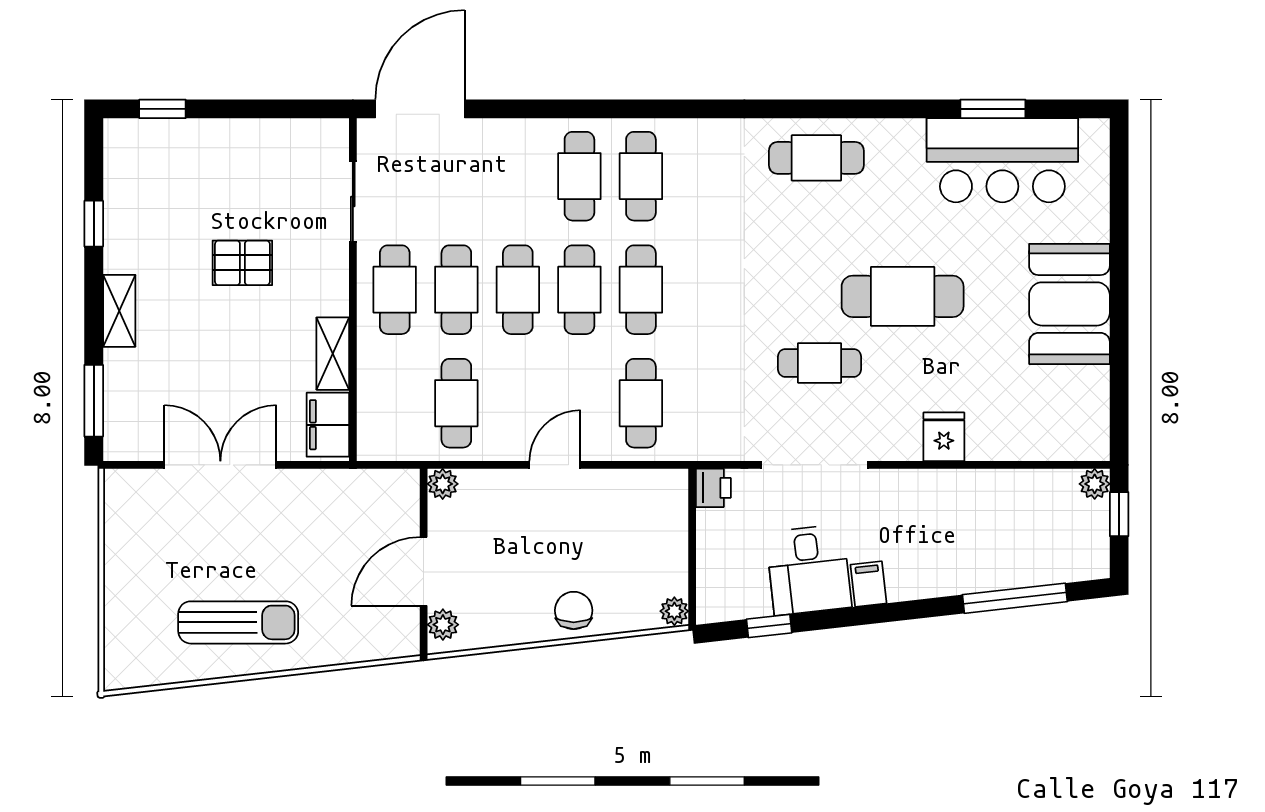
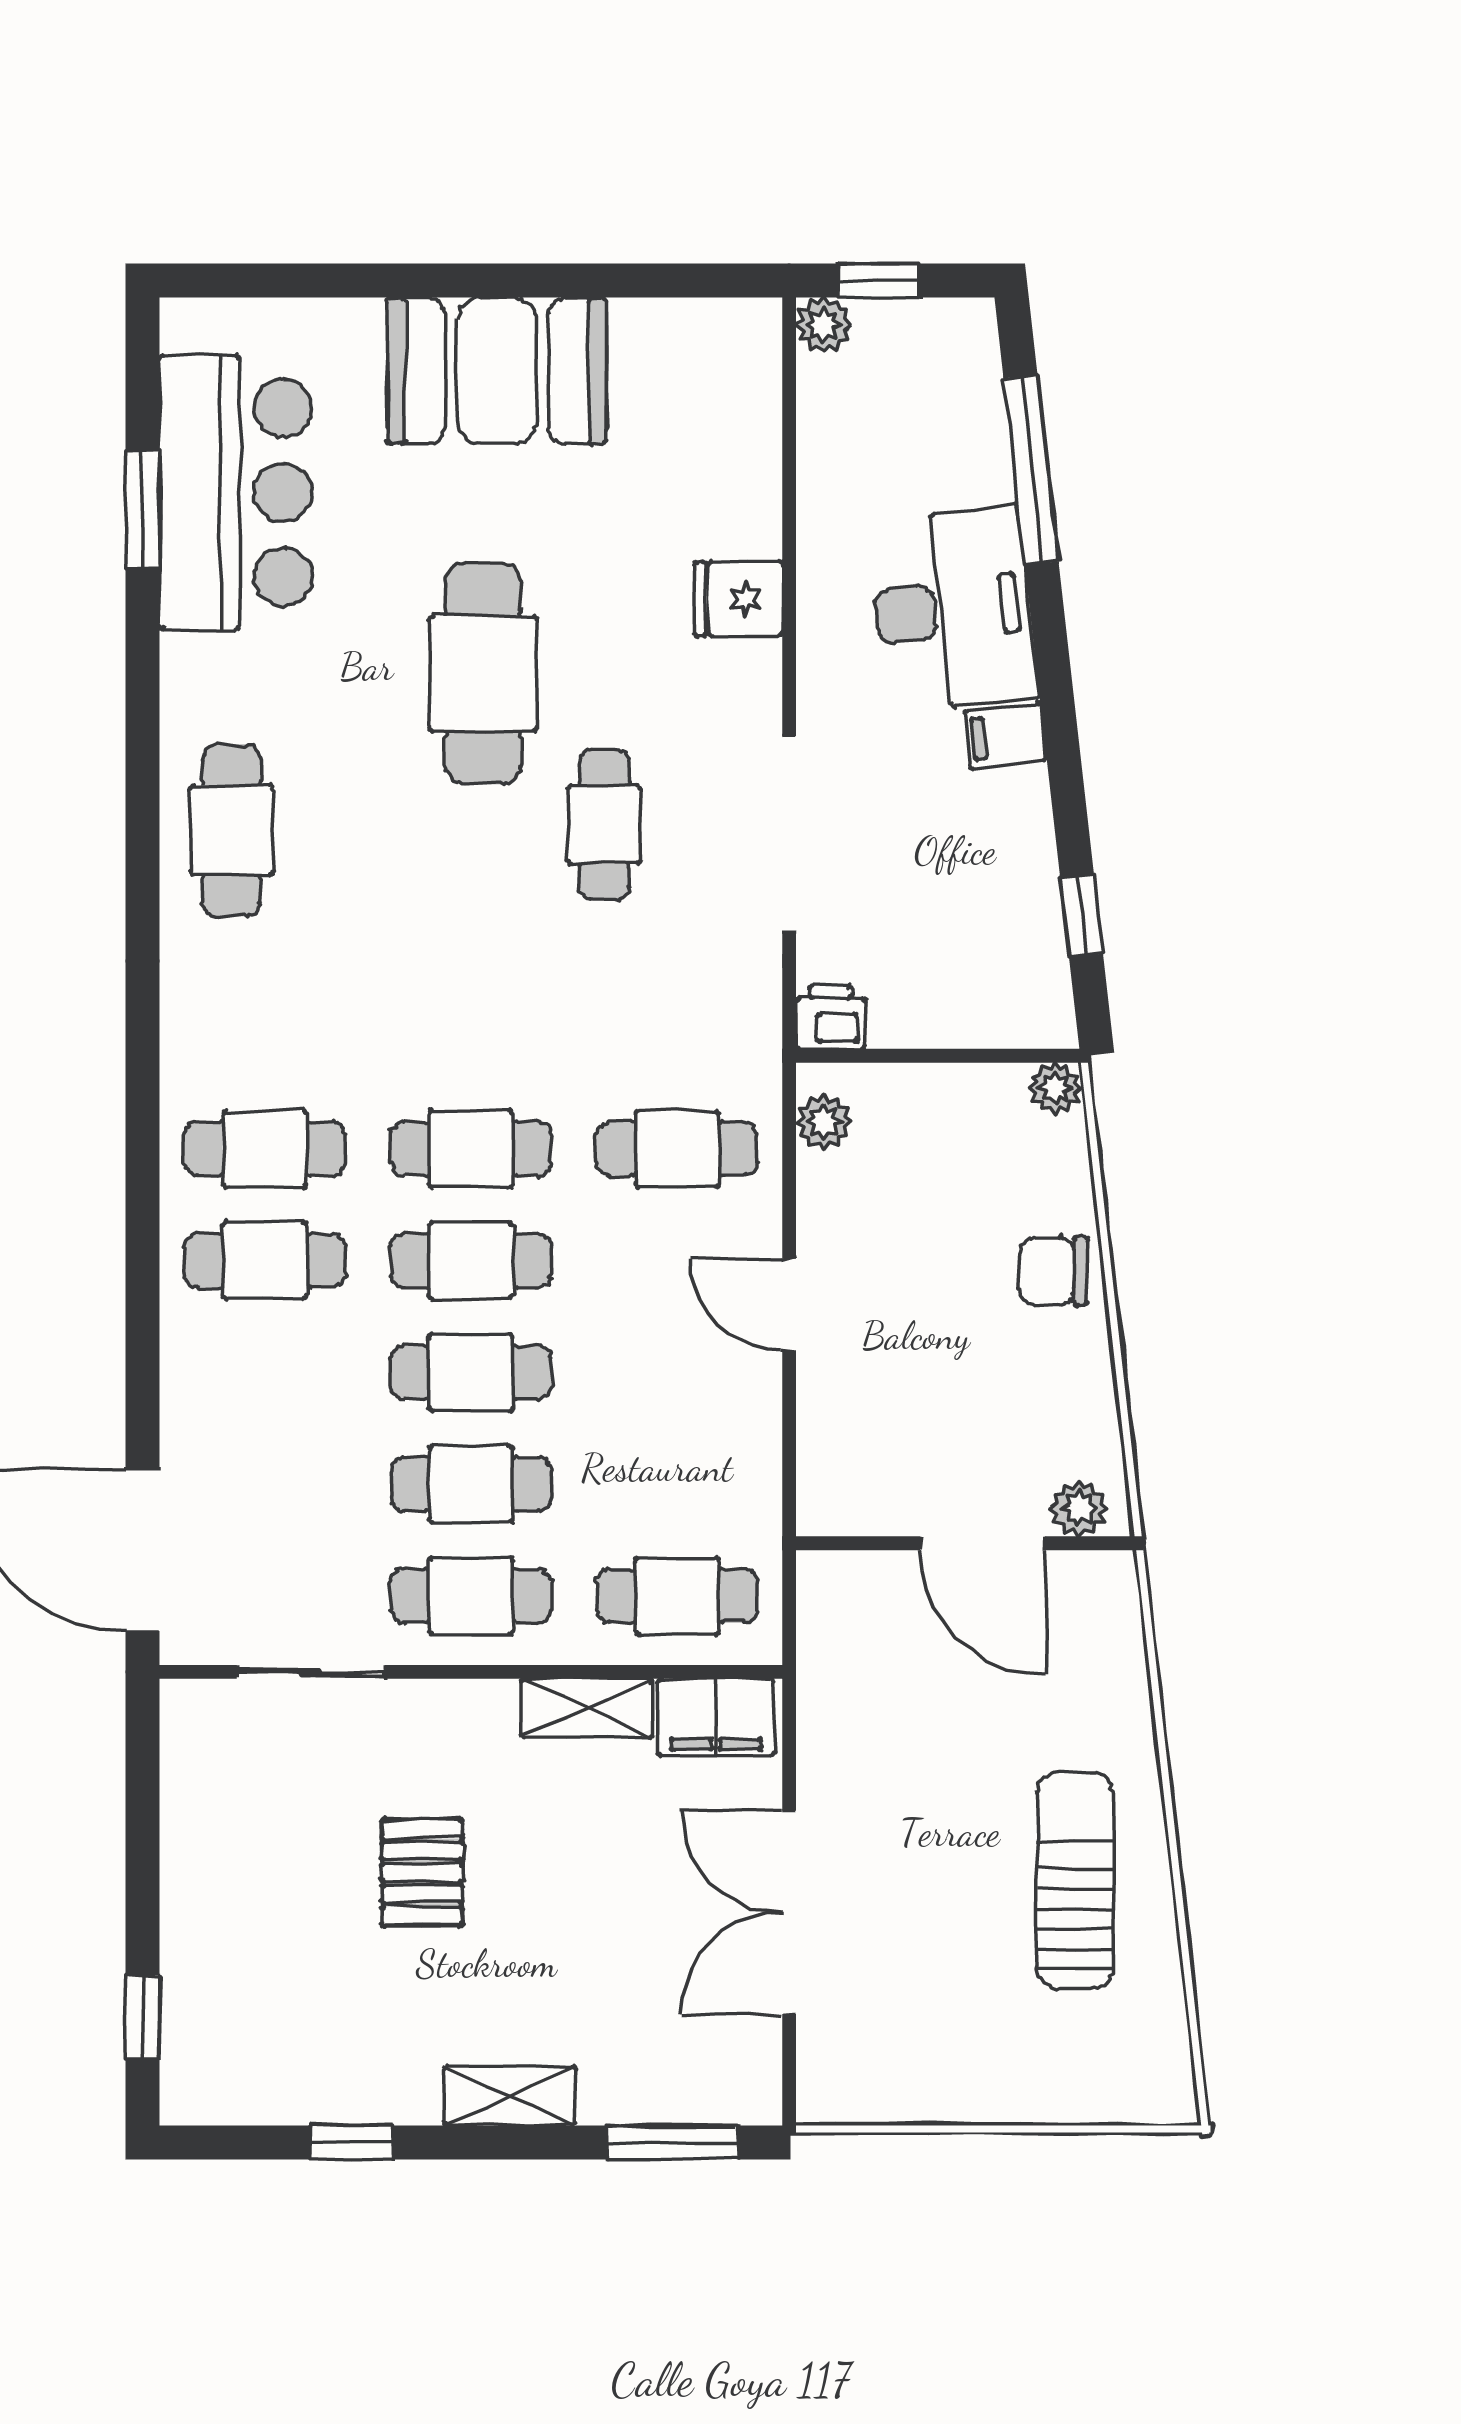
cafe table: (456, 403) -> (677, 1596), moved
plant: (443, 484) -> (824, 1122), moved
desk: (809, 570) -> (953, 609), moved, width x1.37

